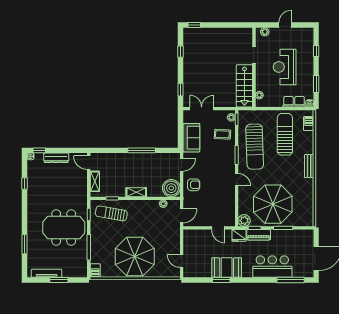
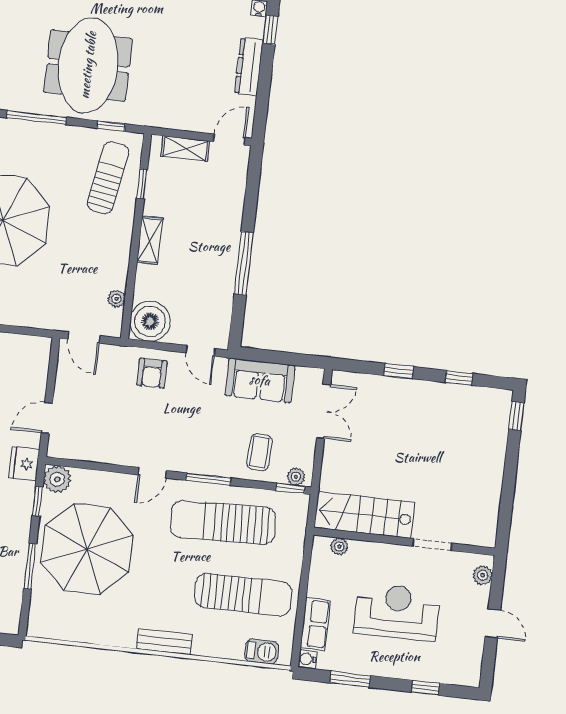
window: (181, 90) -> (399, 371), moved
piano: (259, 235) -> (21, 508), removed

